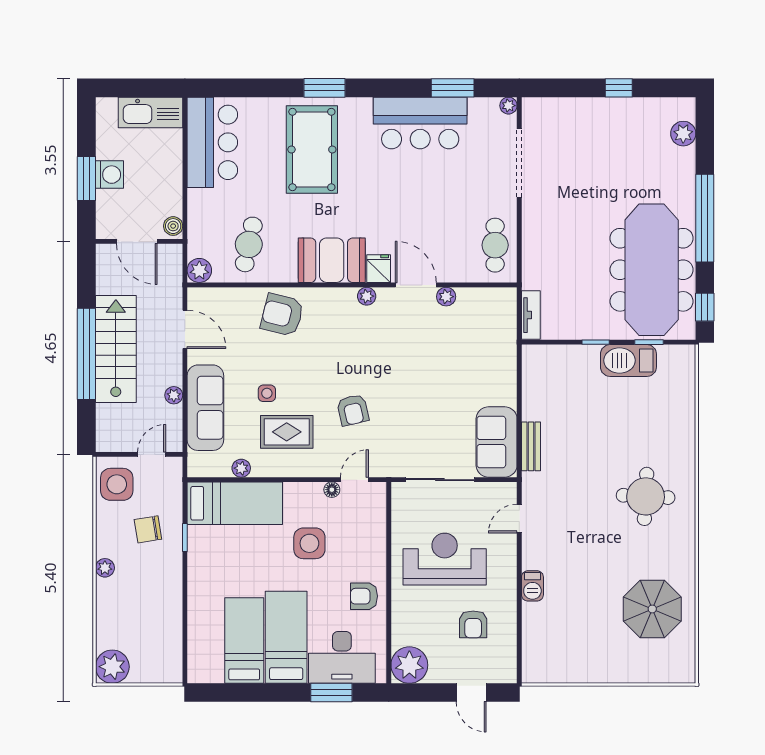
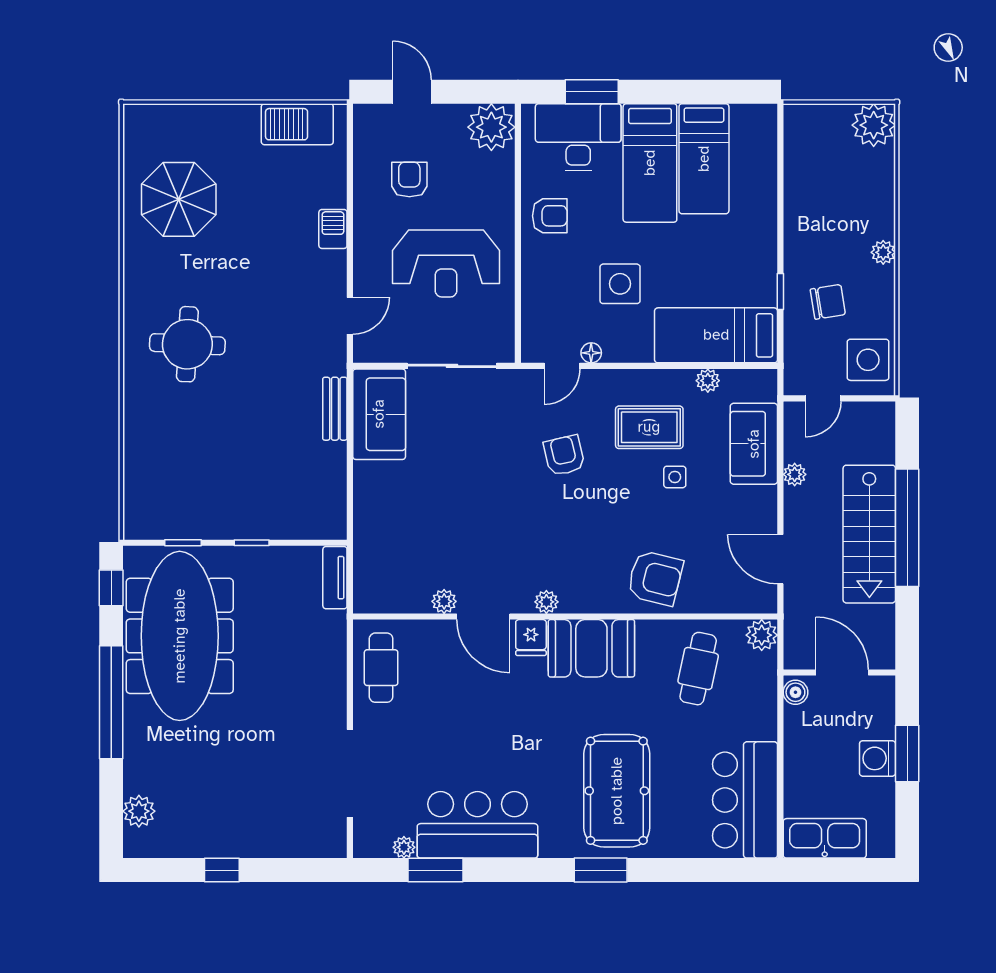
plant: (508, 106) -> (404, 847), moved
barbecue: (628, 360) -> (297, 124), moved, turned 180
sofa: (205, 408) -> (754, 444), width x0.73

